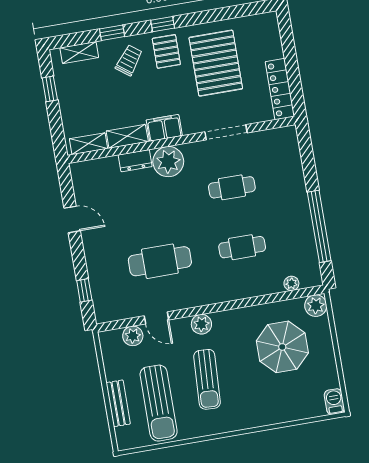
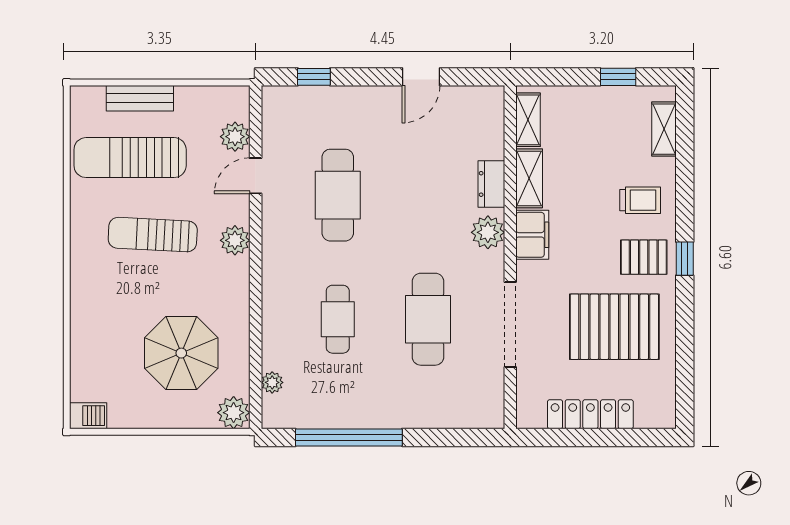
window: (112, 33) -> (685, 182), removed
trolley: (129, 60) -> (640, 200), turned -37
locker: (280, 89) -> (590, 414), moved
doorway: (226, 132) -> (510, 325), width x1.36
plant: (168, 162) -> (488, 232), width x0.73, depth x0.73
cafe table: (232, 187) -> (428, 319), width x1.37, depth x1.35

